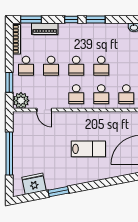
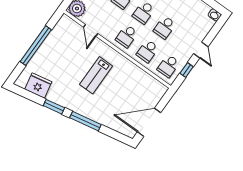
lab bench: (88, 149) -> (96, 75), moved, turned 90
window: (92, 185) -> (85, 121), added

